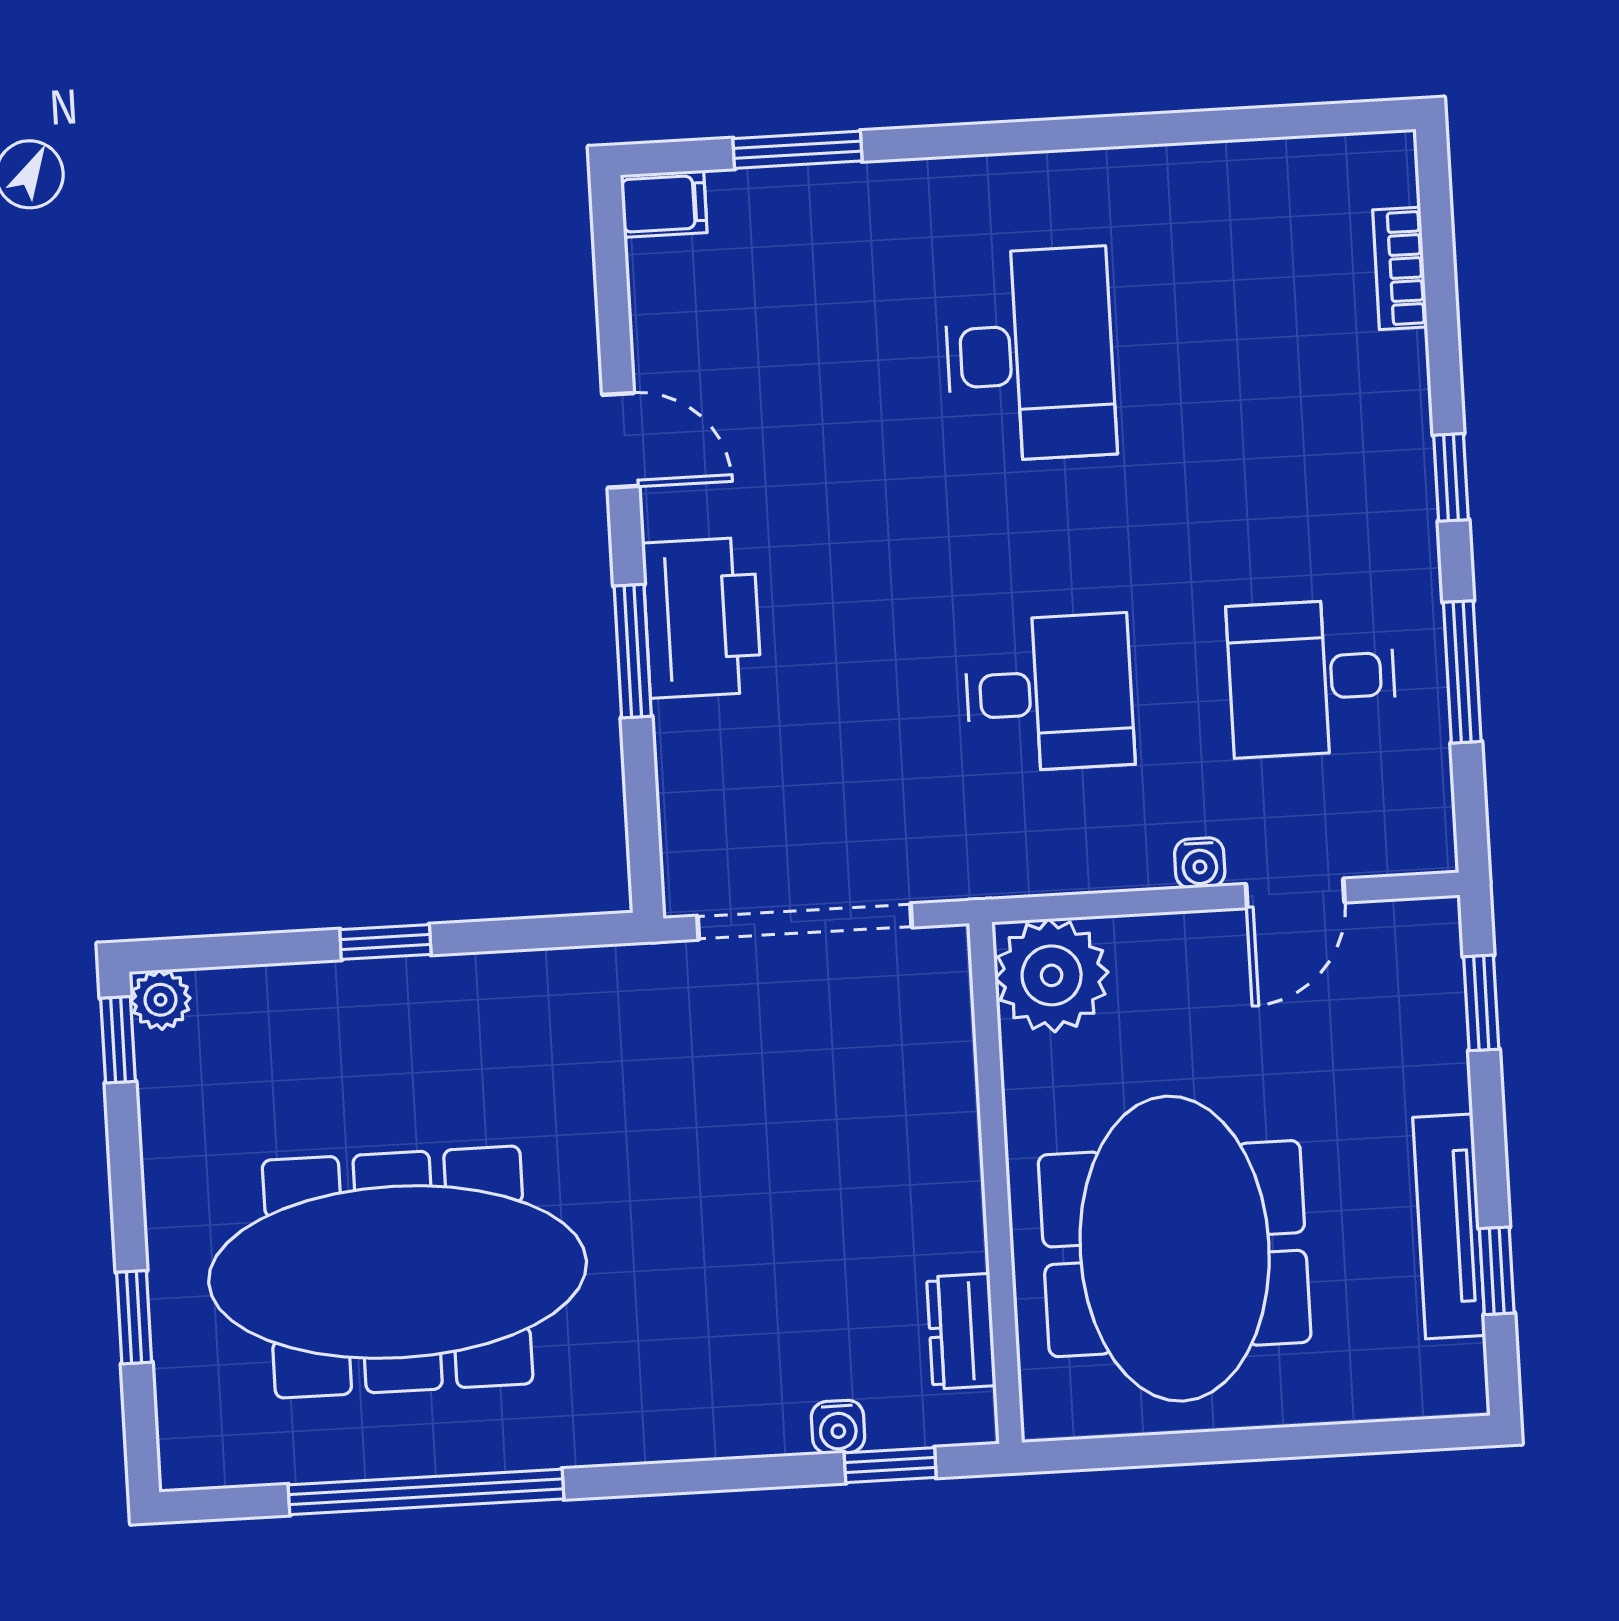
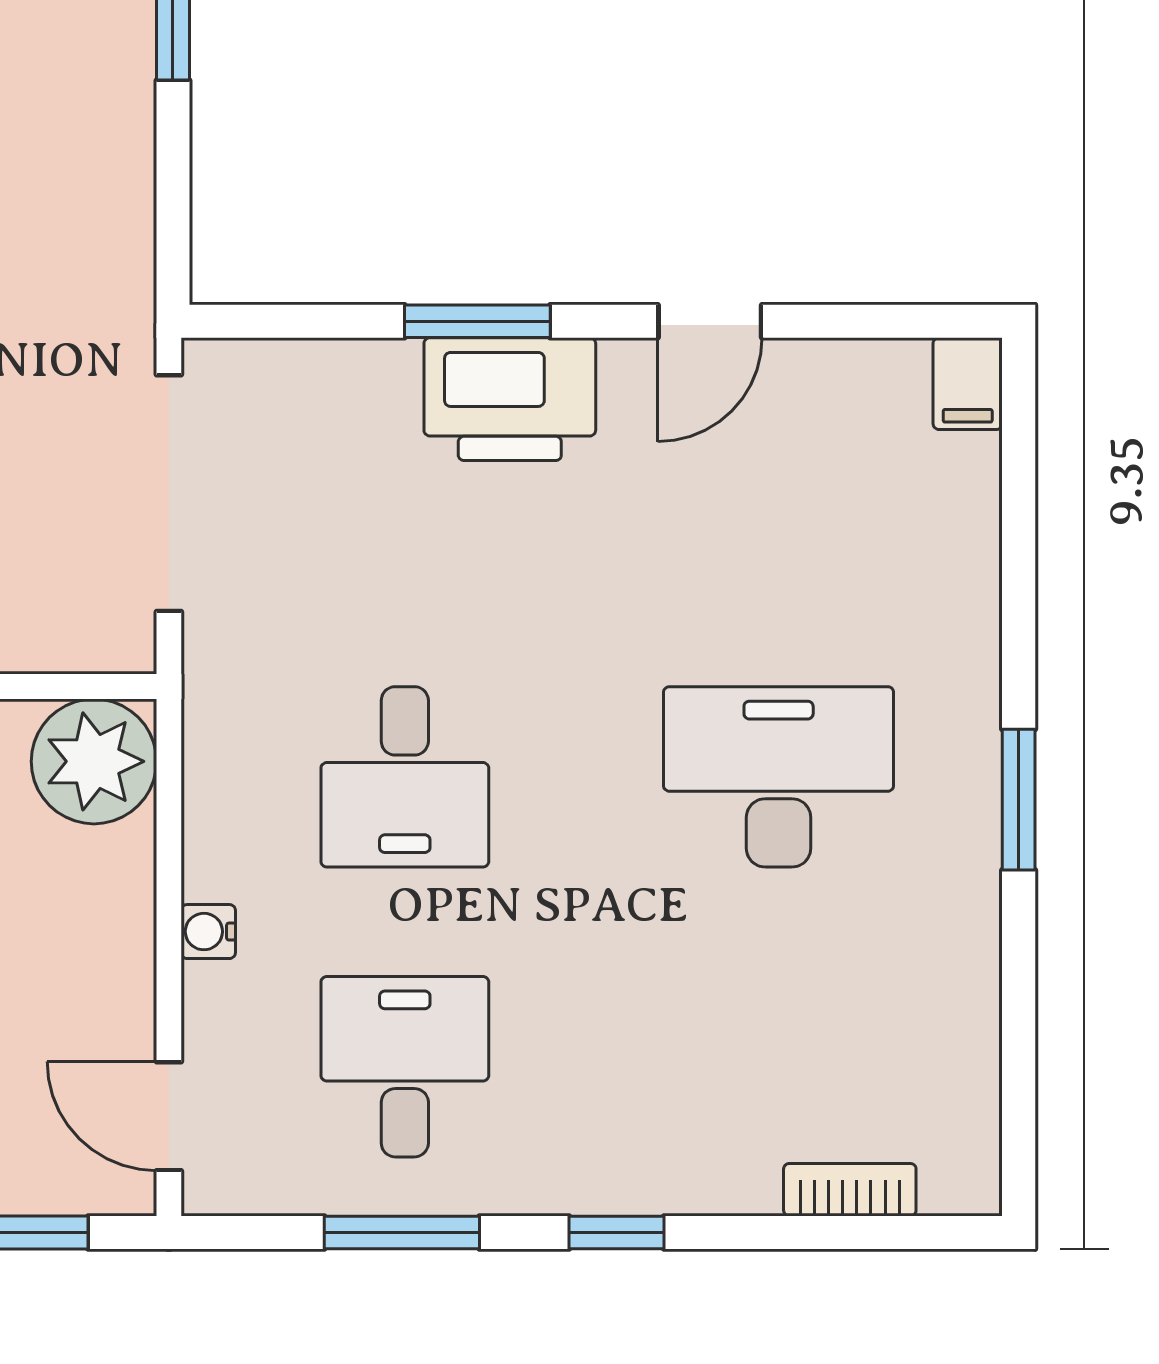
window: (798, 150) -> (1019, 800), moved
desk: (1030, 355) -> (779, 777), turned 180
door: (1295, 893) -> (169, 1116), moved

